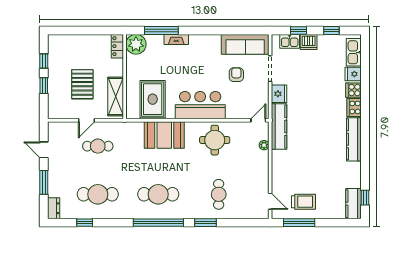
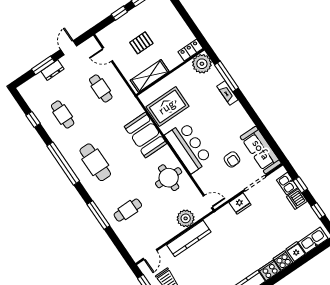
armchair: (236, 75) -> (232, 159), turned 90
pallet: (82, 84) -> (141, 43), width x0.67, depth x0.71
door: (86, 120) -> (108, 55), moved
kitchen counter: (279, 127) -> (189, 238), moved
plant: (264, 145) -> (186, 218), width x1.87, depth x1.87
cafe table: (98, 194) -> (63, 114), width x0.73, depth x0.74
dresser: (54, 208) -> (53, 70), moved
window: (158, 223) -> (63, 164), moved
window: (206, 223) -> (98, 215), width x1.44

